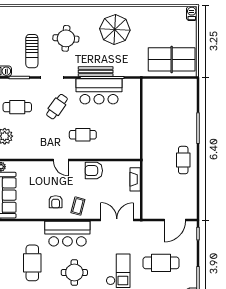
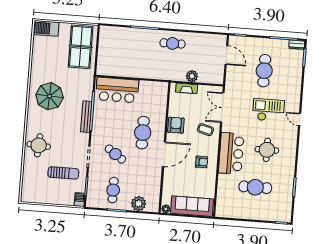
barbecue: (192, 13) -> (46, 28), width x1.88, depth x1.53
round table: (66, 38) -> (39, 145), moved
bar counter: (99, 91) -> (117, 90), moved, turned 90
cafe table: (83, 135) -> (143, 133), width x1.37, depth x1.35
door: (61, 160) -> (164, 154), width x1.87
armchair: (94, 171) -> (176, 125), turned 180
plant: (149, 184) -> (192, 76), added
coffee table: (78, 206) -> (205, 130), moved

